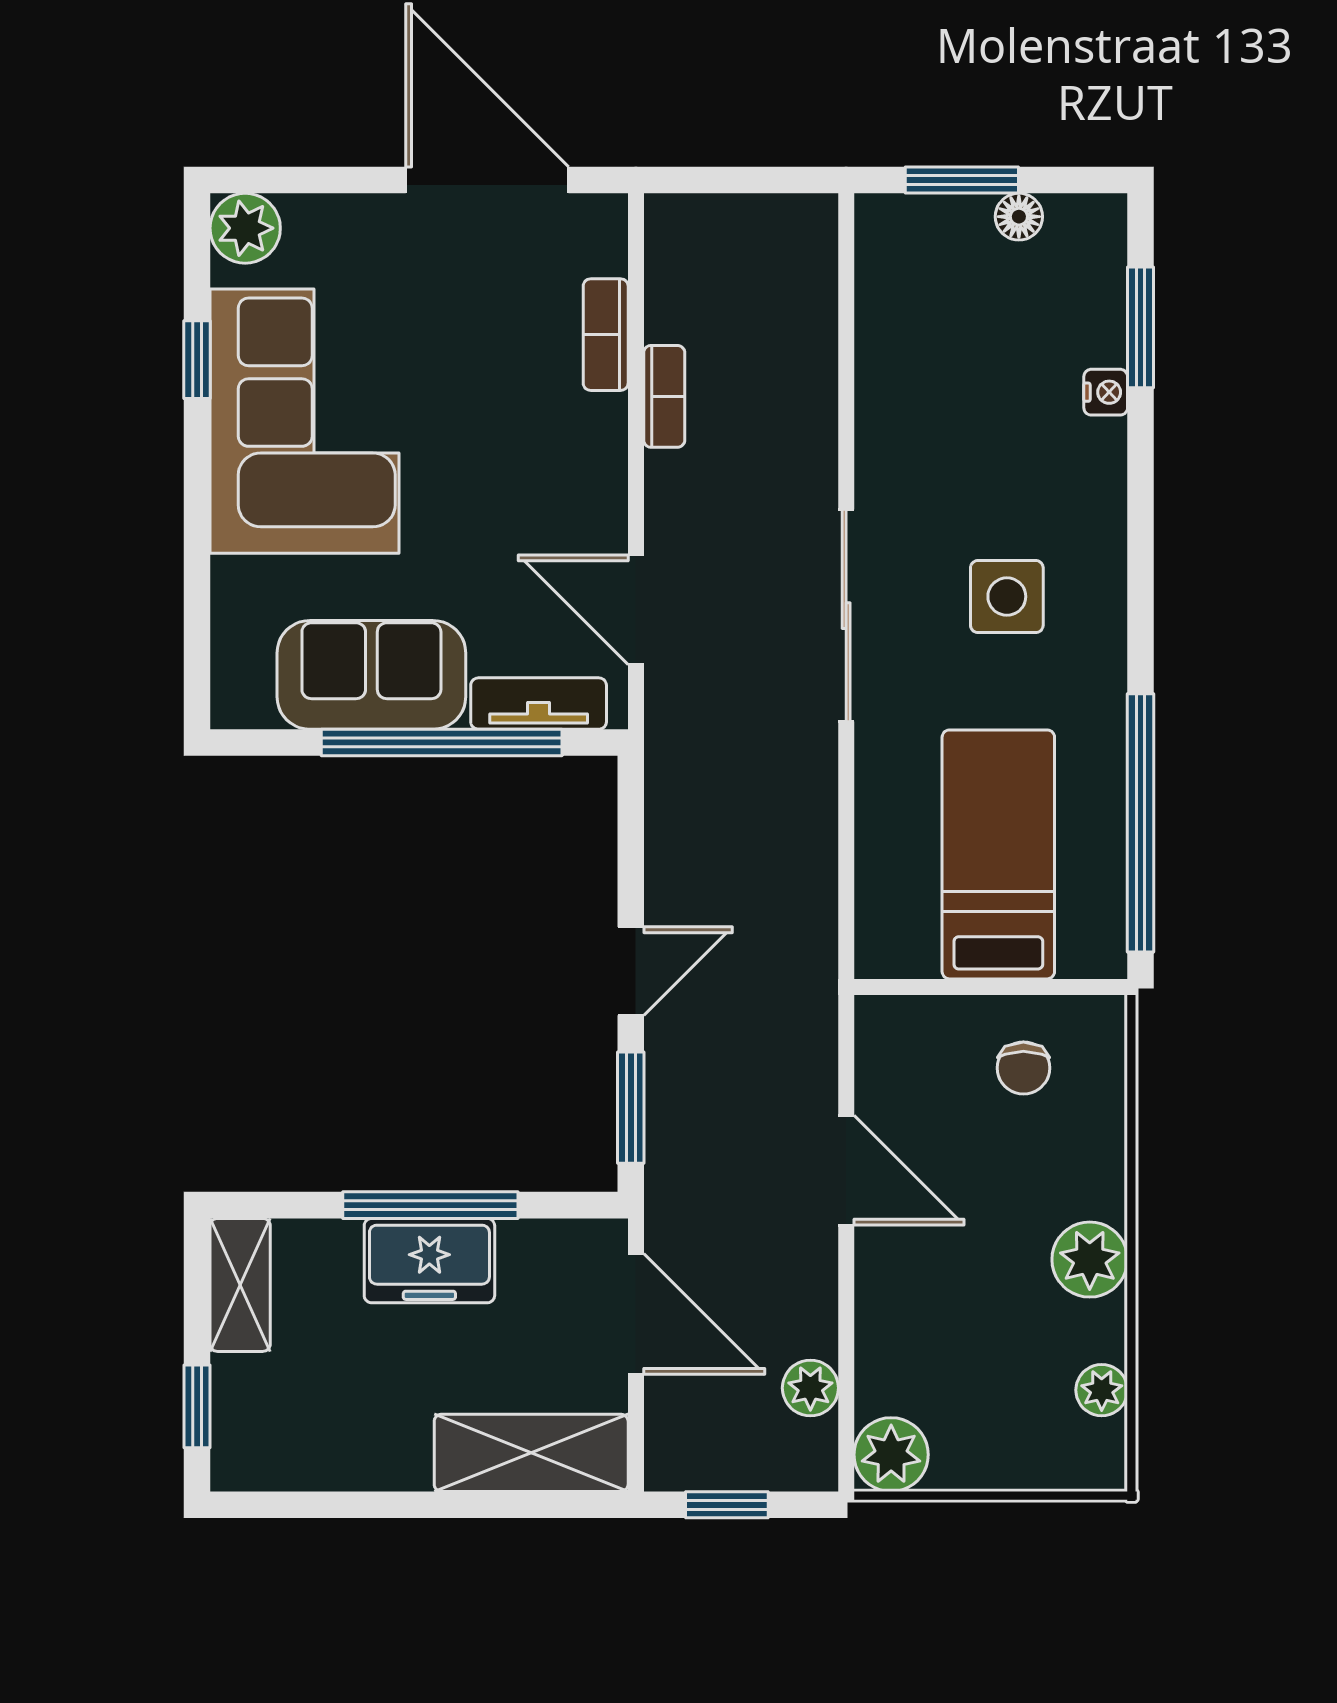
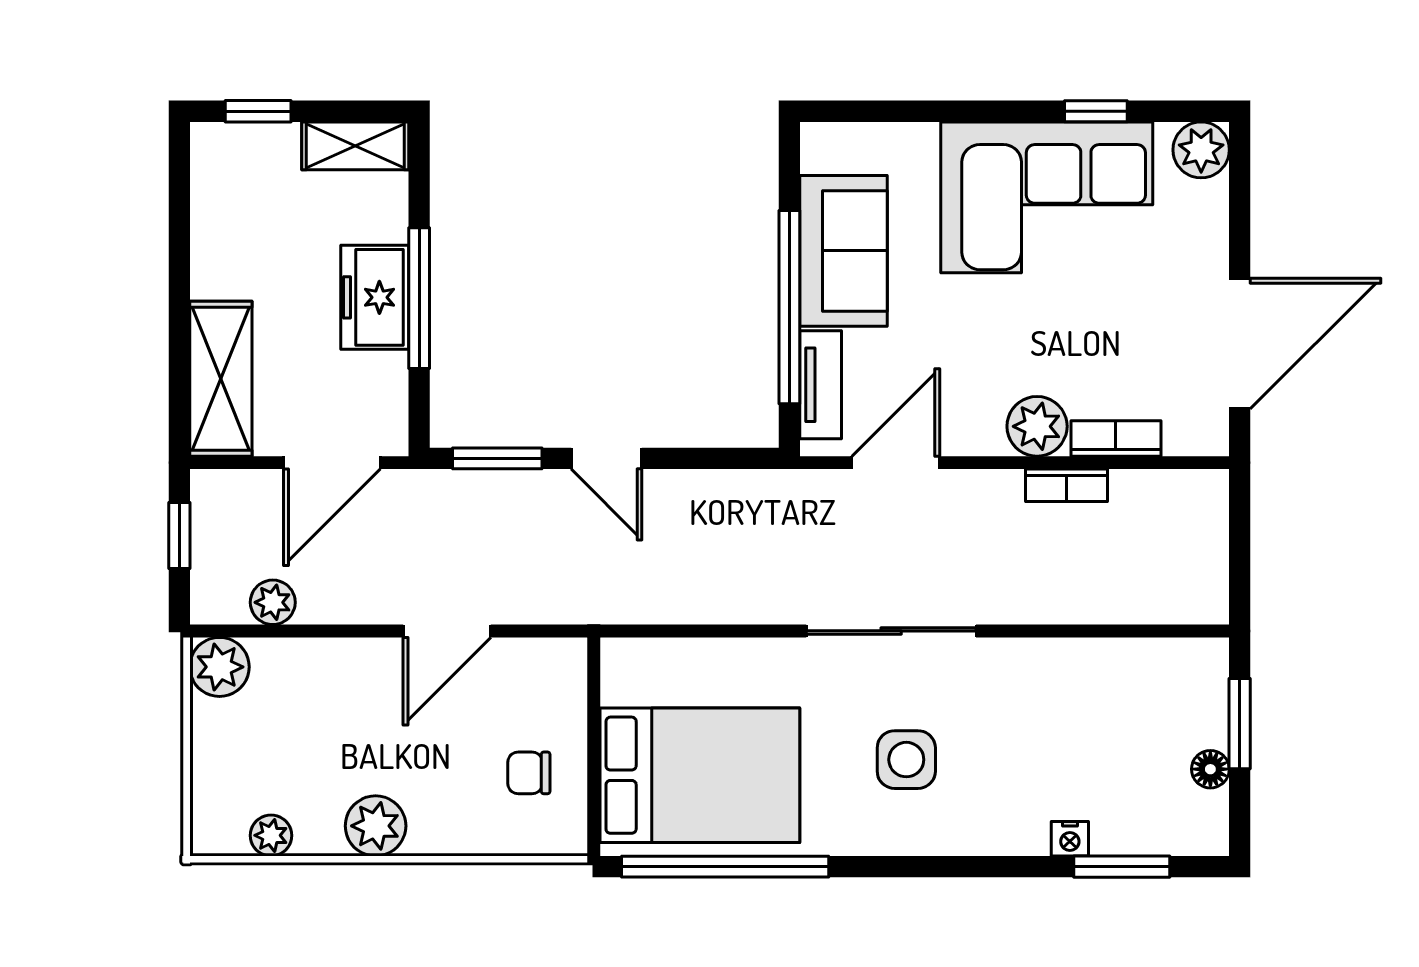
plant: (591, 433) -> (1037, 426), added
bed: (998, 854) -> (700, 775), width x1.50

